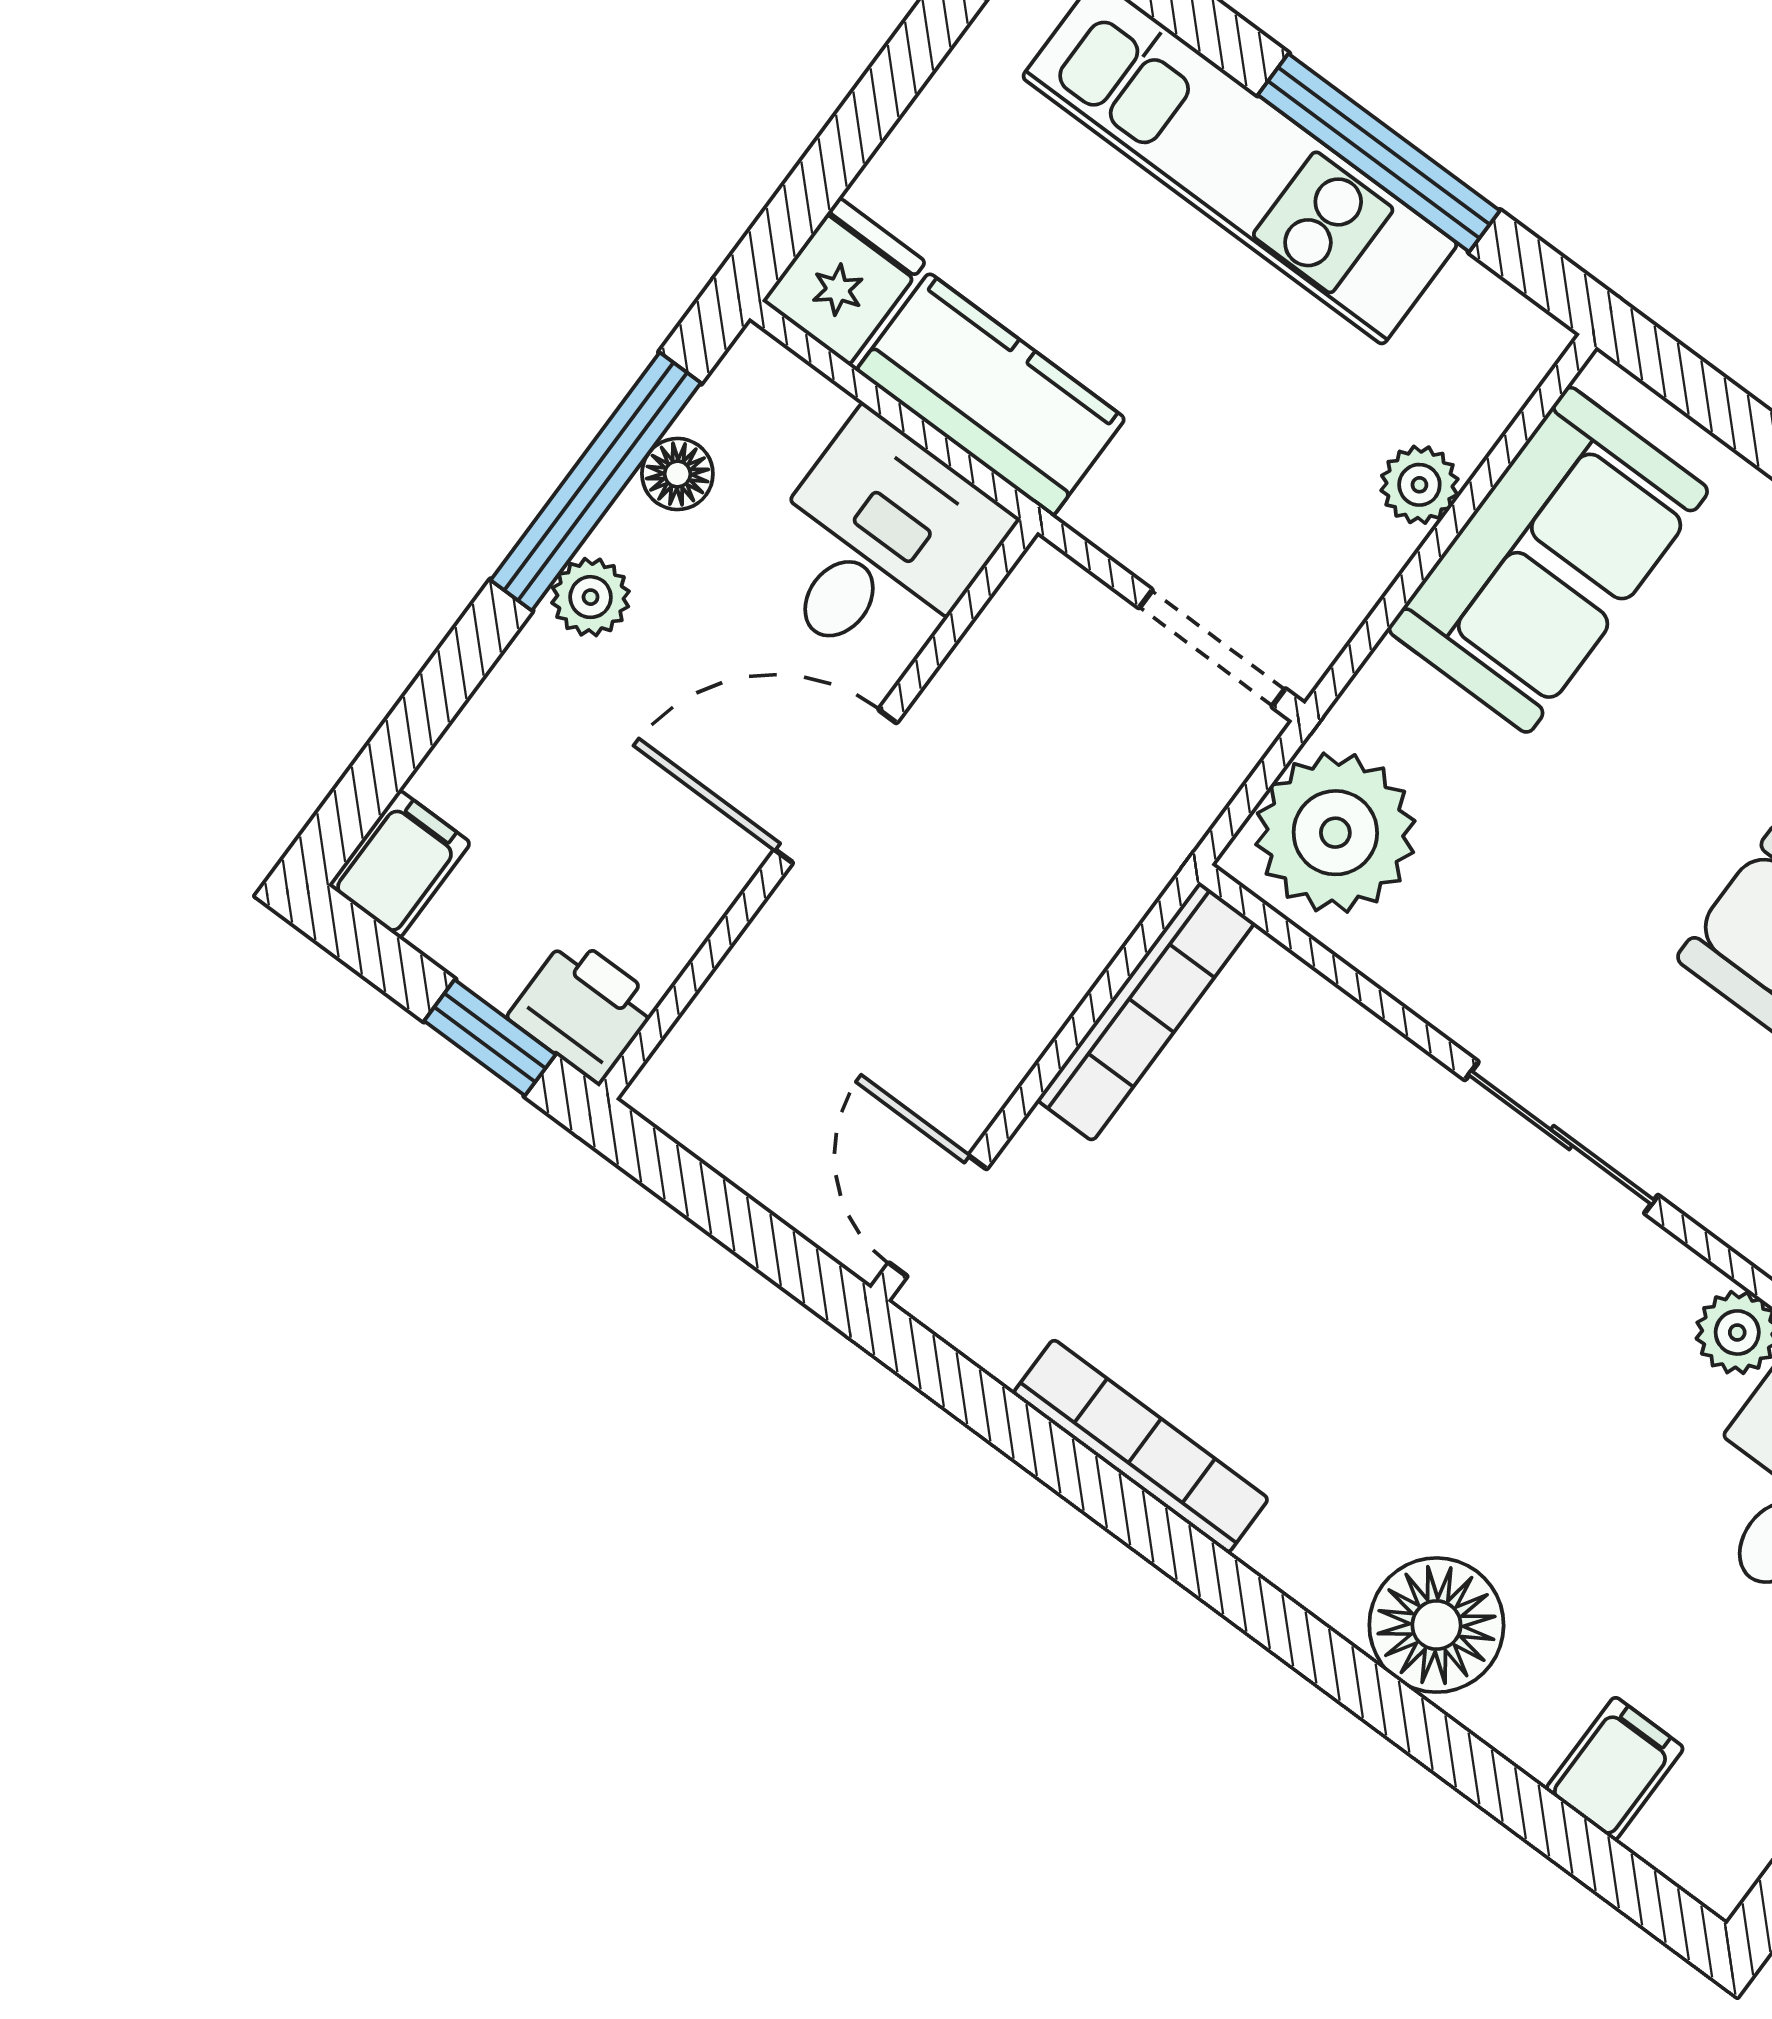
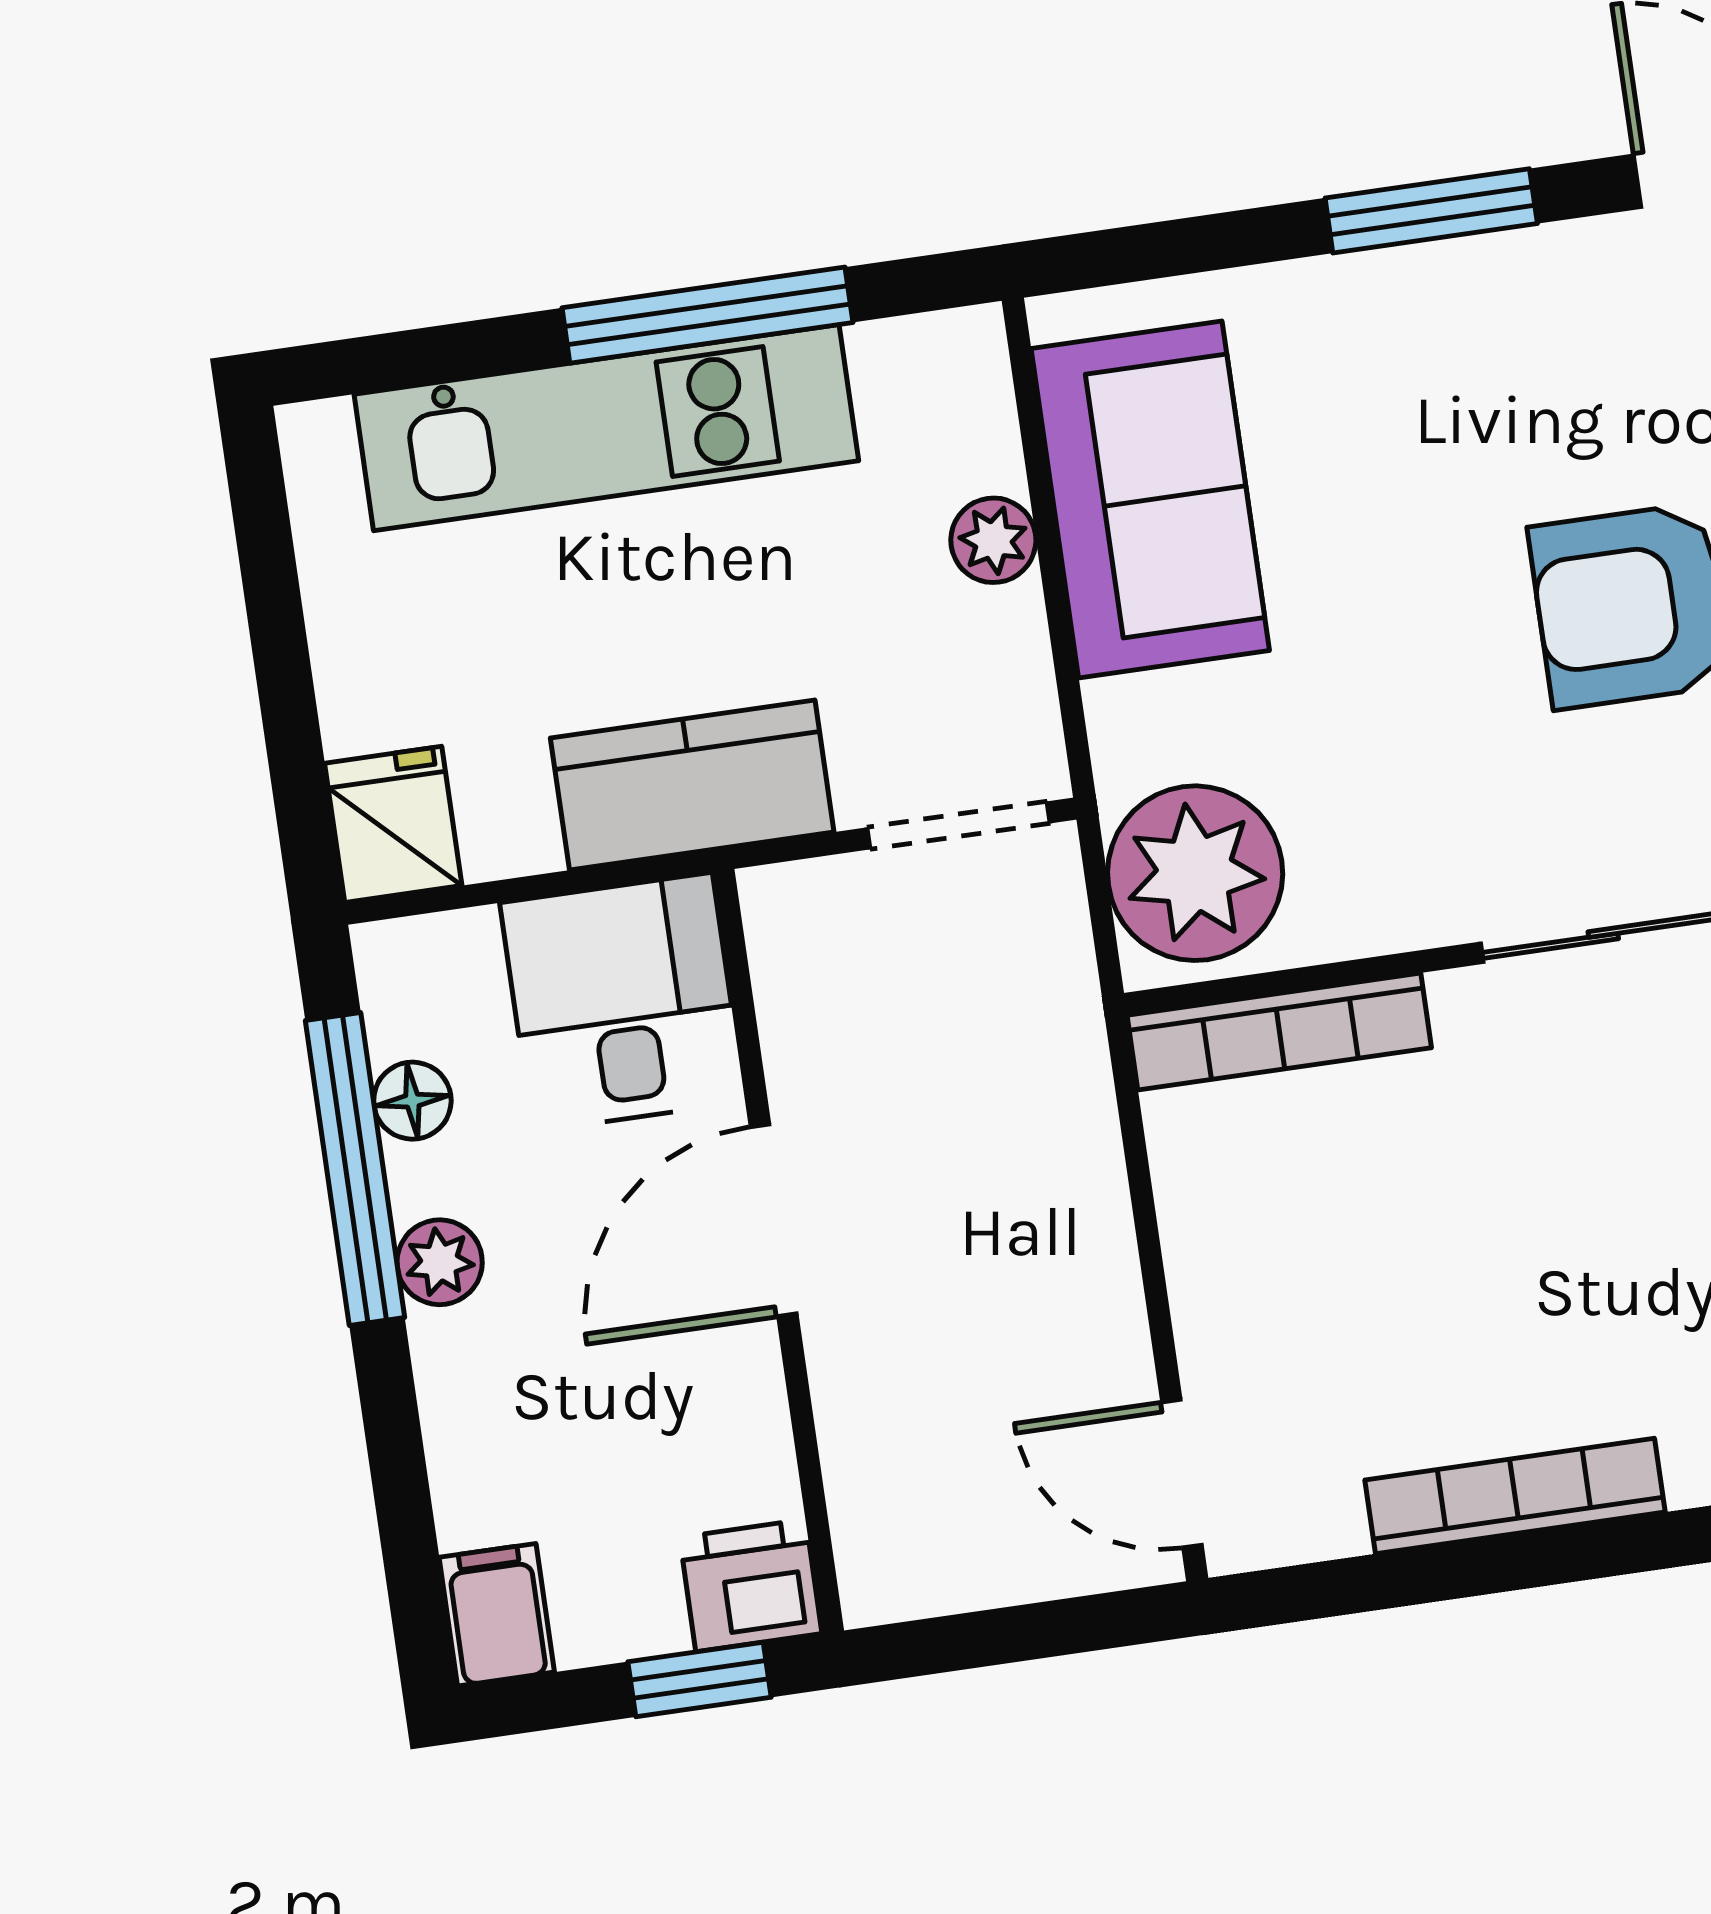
kitchen counter: (991, 395) -> (692, 785), moved
bookcase: (1146, 1011) -> (1279, 1032), moved, turned 90

